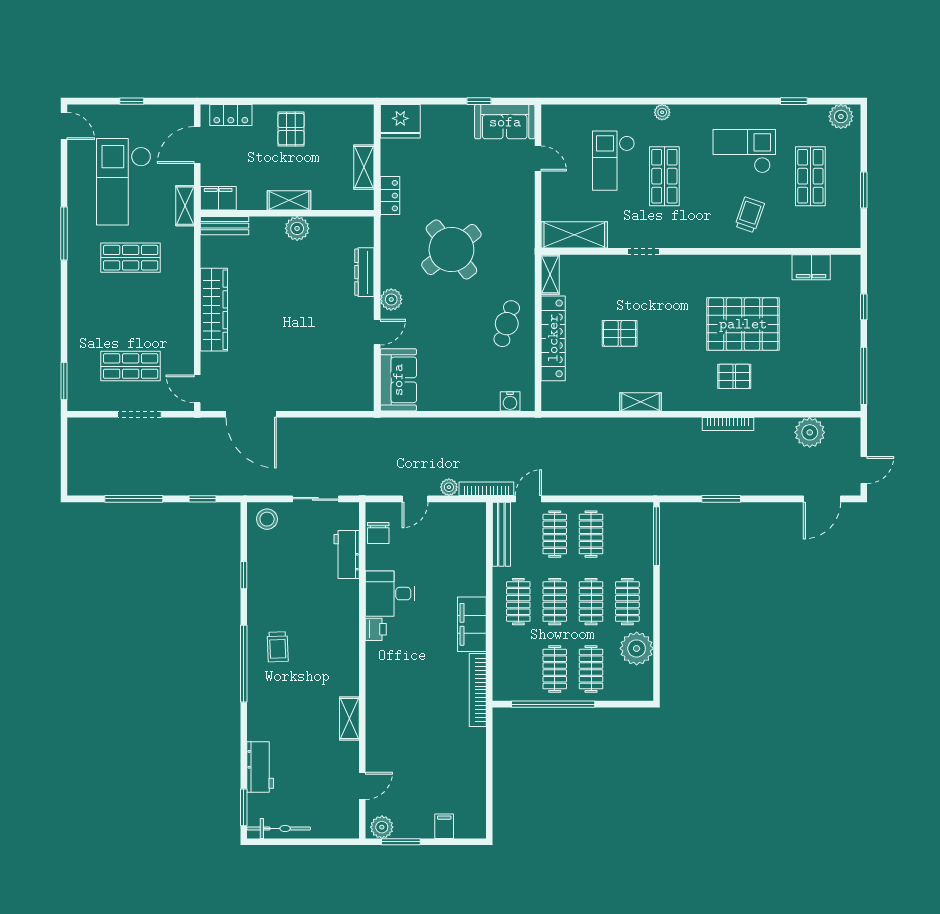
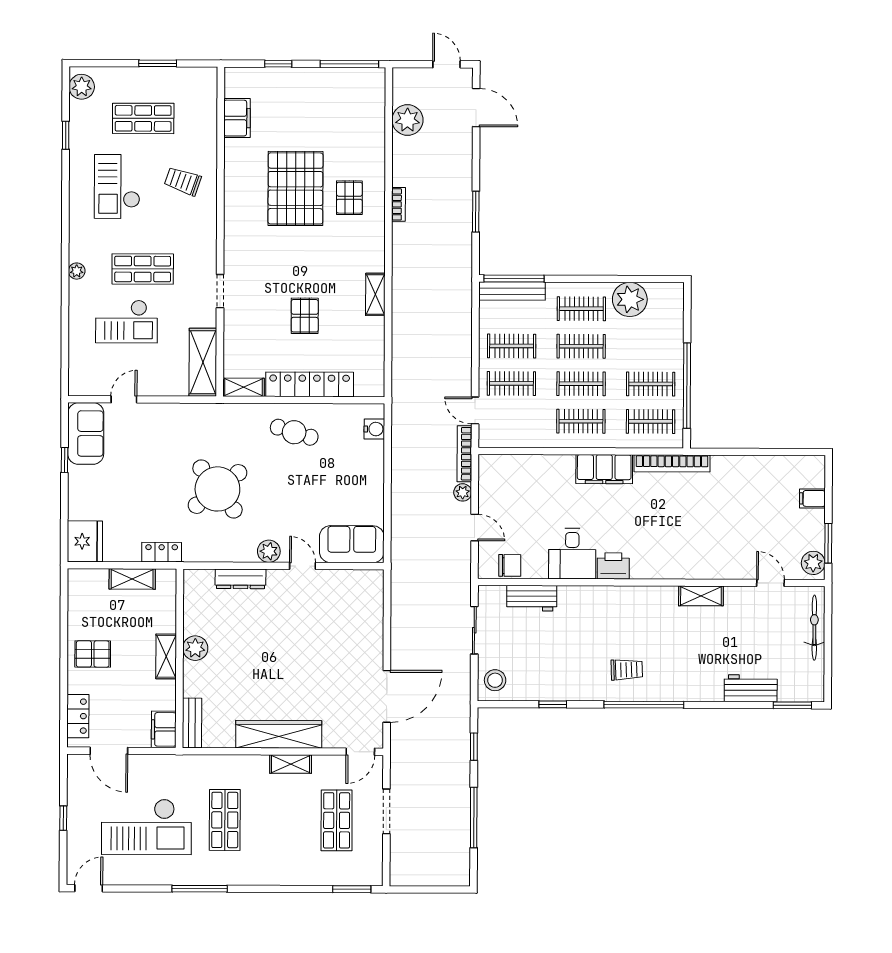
shelving: (185, 206) -> (291, 764), moved
bookcase: (728, 424) -> (399, 204), width x0.64
bench: (501, 534) -> (512, 291), moved
printer: (376, 629) -> (613, 566), width x1.36, depth x1.24
clothes rail: (591, 669) -> (651, 421), moved
bicycle: (279, 828) -> (814, 628), moved

